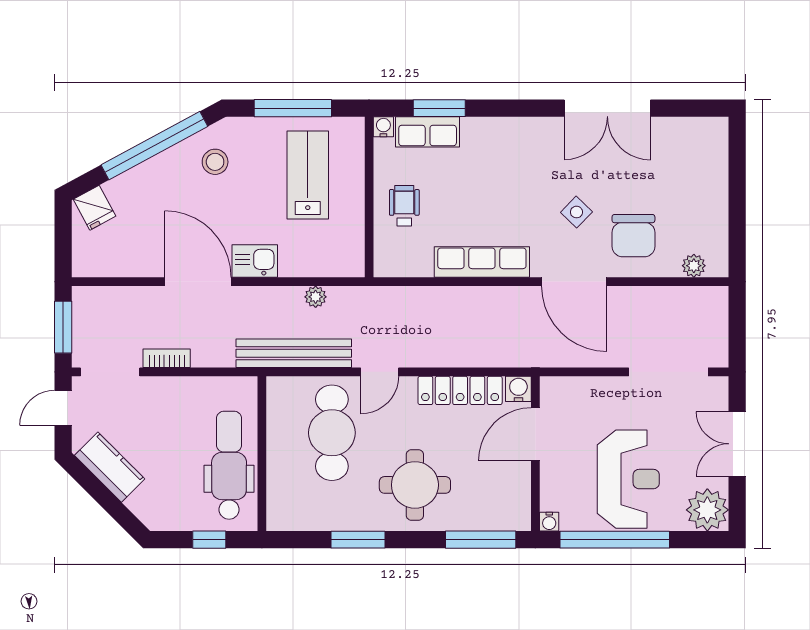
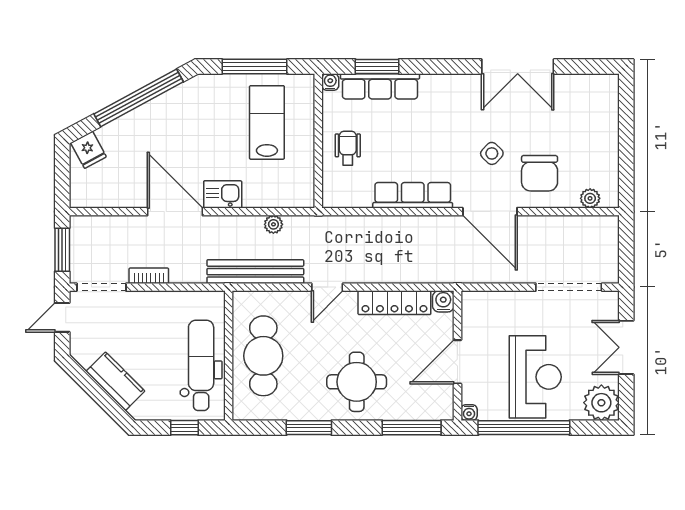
row of seats: (428, 132) -> (380, 86), width x1.48
stool: (215, 162) -> (189, 111), removed
cafe table: (332, 433) -> (263, 356), moved
door: (535, 434) -> (457, 362), moved
kitchen counter: (110, 467) -> (115, 381), moved

